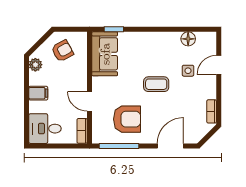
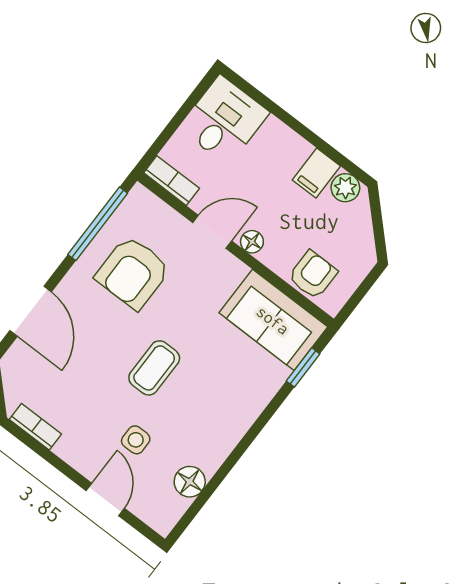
armchair: (62, 51) -> (313, 275), moved, turned -151
floor lamp: (82, 84) -> (252, 242), added
filing cabinet: (38, 93) -> (316, 173), moved

